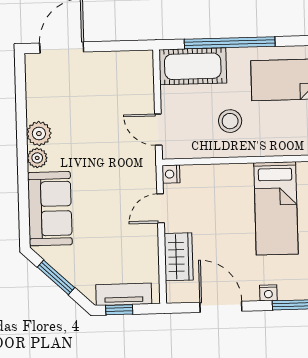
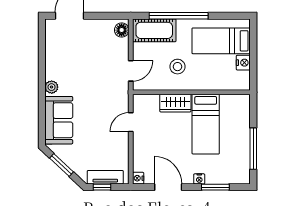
floor lamp: (143, 67) -> (122, 30), added
door: (158, 130) -> (131, 71), swing flipped
plant: (39, 134) -> (53, 71), removed
nightstand: (171, 174) -> (138, 178), moved
wardrobe: (179, 257) -> (175, 103), moved, turned 90

